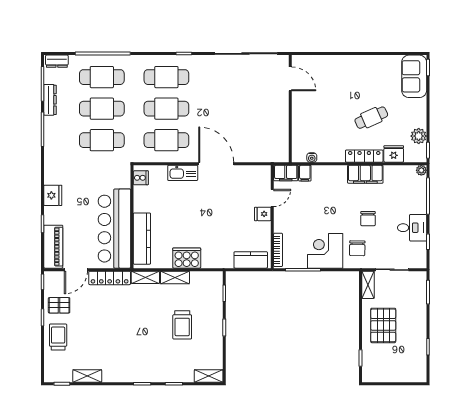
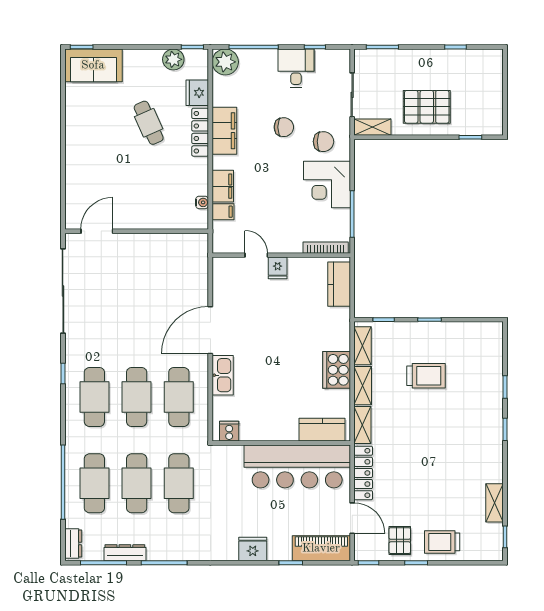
plant: (421, 170) -> (225, 62), width x1.87, depth x1.87
filing cabinet: (286, 173) -> (223, 186), moved
kitchen counter: (142, 239) -> (322, 430), width x0.67
shelving: (209, 376) -> (363, 346), moved

